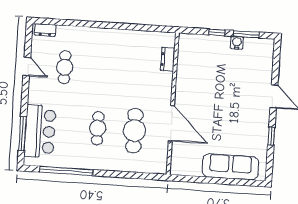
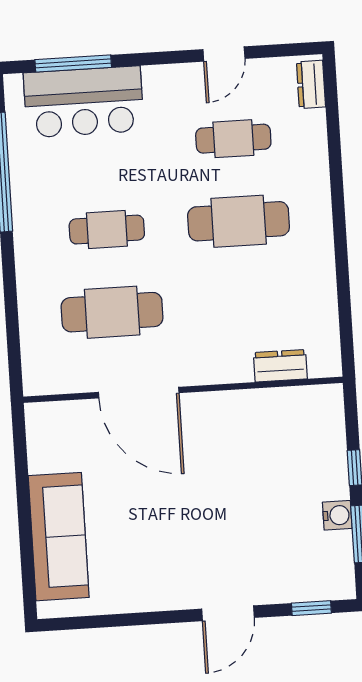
cafe table: (101, 70) -> (239, 221), added
door: (171, 123) -> (139, 393), hinge flipped
window: (271, 136) -> (311, 608), moved

